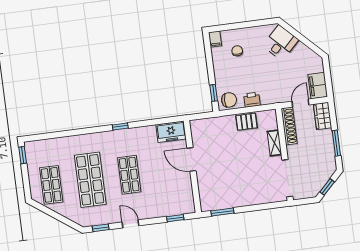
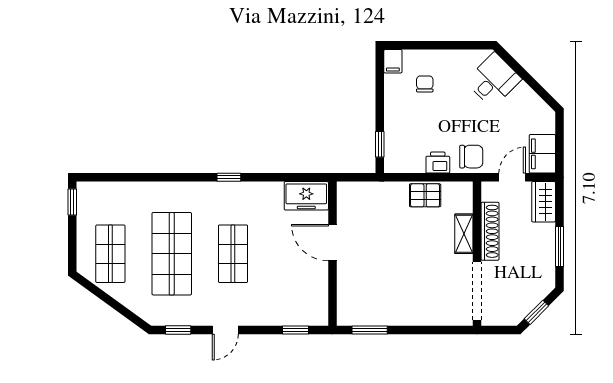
chair: (229, 100) -> (471, 157), moved
shoe rack: (289, 126) -> (490, 231), moved
door: (131, 224) -> (225, 330), swing flipped

